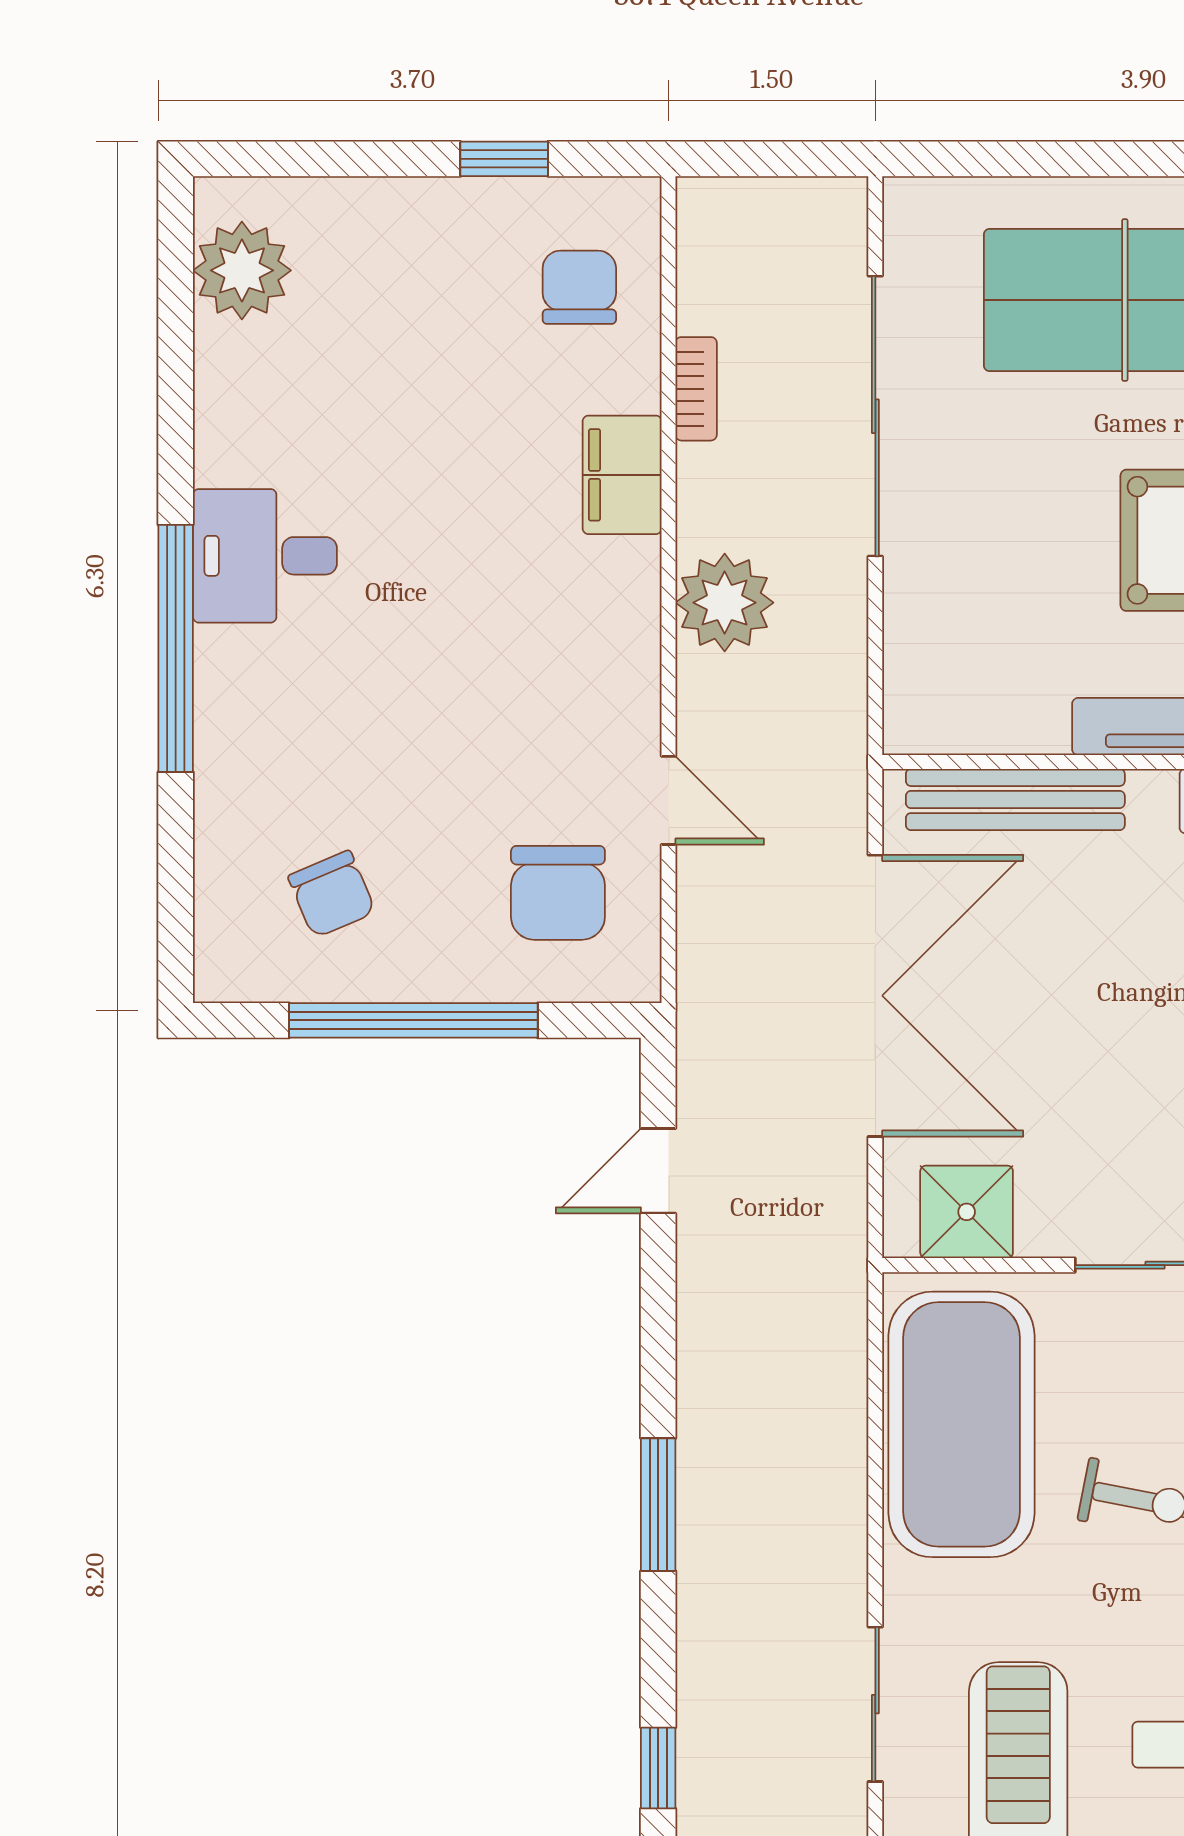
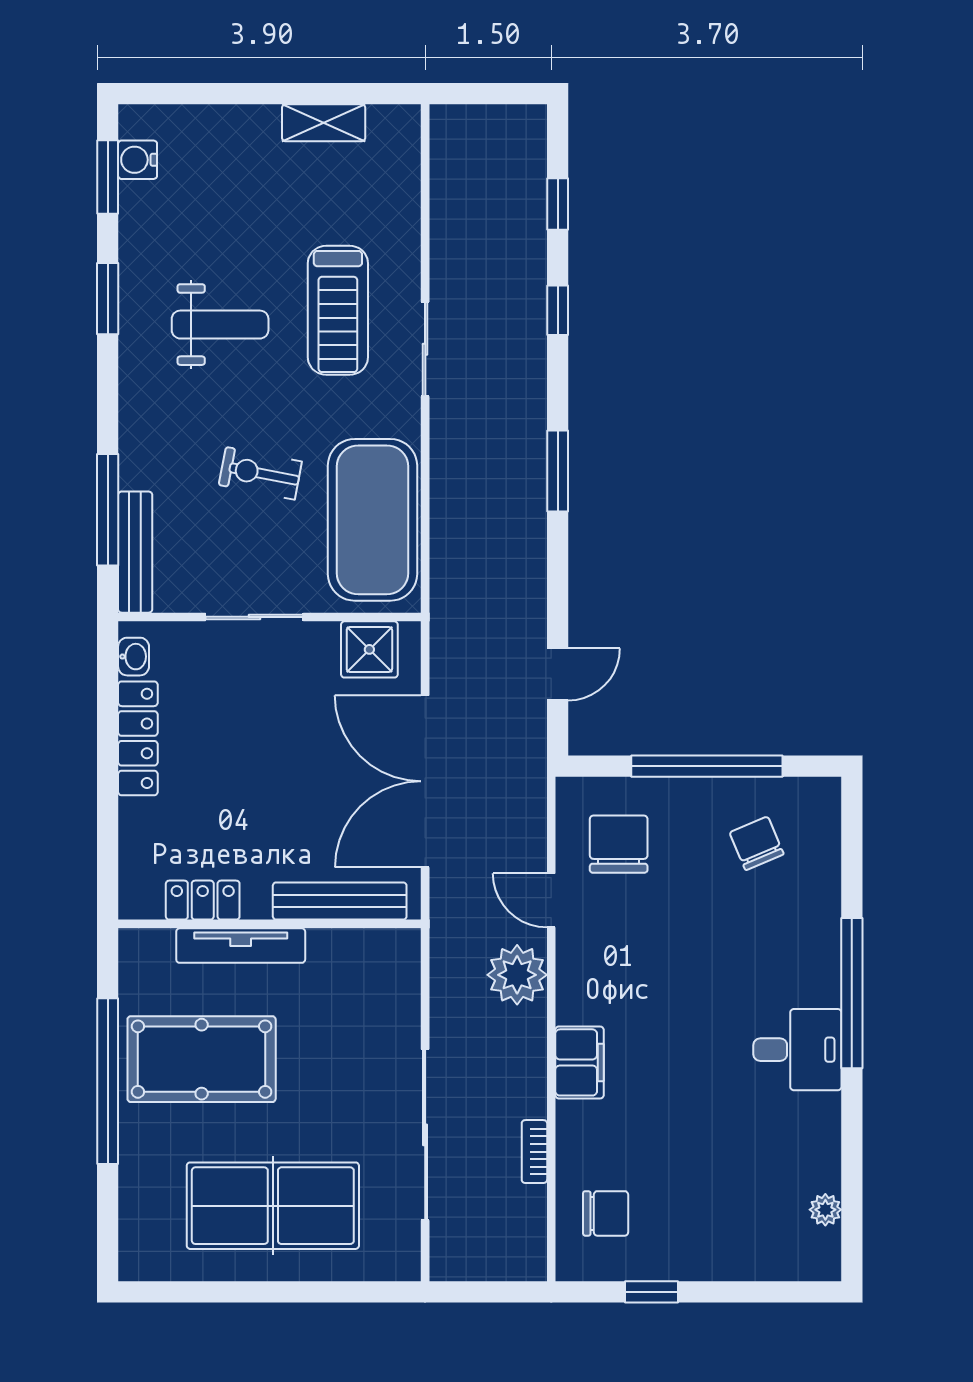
plant: (242, 270) -> (825, 1210), width x0.53, depth x0.53
chair: (579, 287) -> (606, 1213), turned -90
filing cabinet: (622, 475) -> (580, 1062), moved
plant: (725, 603) -> (517, 975), moved

